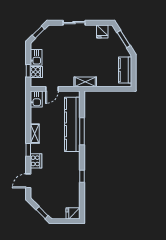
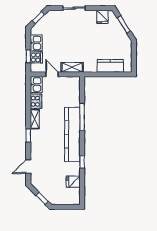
kitchen counter: (125, 70) -> (110, 66), moved, turned 90
shelving: (85, 82) -> (72, 67), moved
door: (52, 89) -> (52, 74), swing flipped
kitchen counter: (72, 124) -> (72, 134), moved
cooker: (36, 161) -> (36, 101), moved
fridge: (73, 213) -> (73, 182), moved

